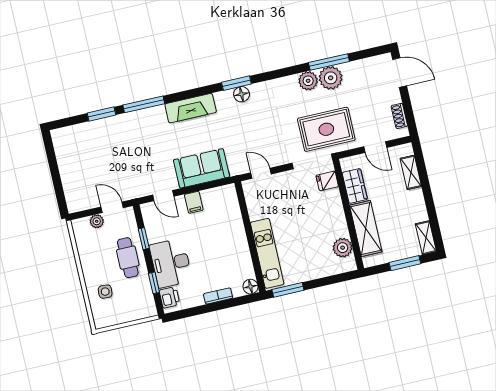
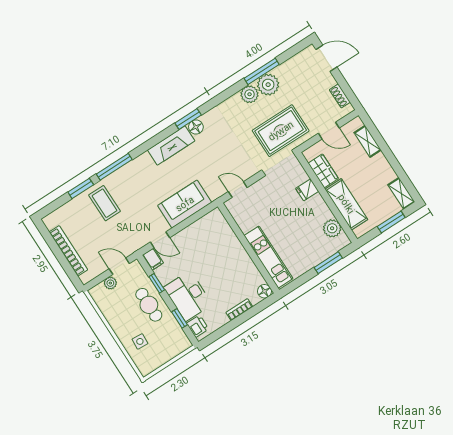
fireplace: (191, 108) -> (171, 145), moved
coffee table: (120, 138) -> (105, 203), added
bookcase: (66, 173) -> (68, 251), added
fridge: (327, 181) -> (307, 190), moved
filing cabinet: (194, 202) -> (153, 259), moved
window: (288, 290) -> (328, 263), moved

